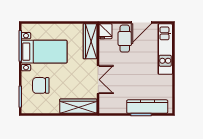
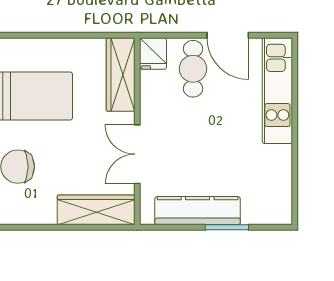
door: (141, 23) -> (228, 35), hinge flipped
double door: (98, 80) -> (137, 154), swing flipped
kitchen counter: (147, 107) -> (198, 211), moved

